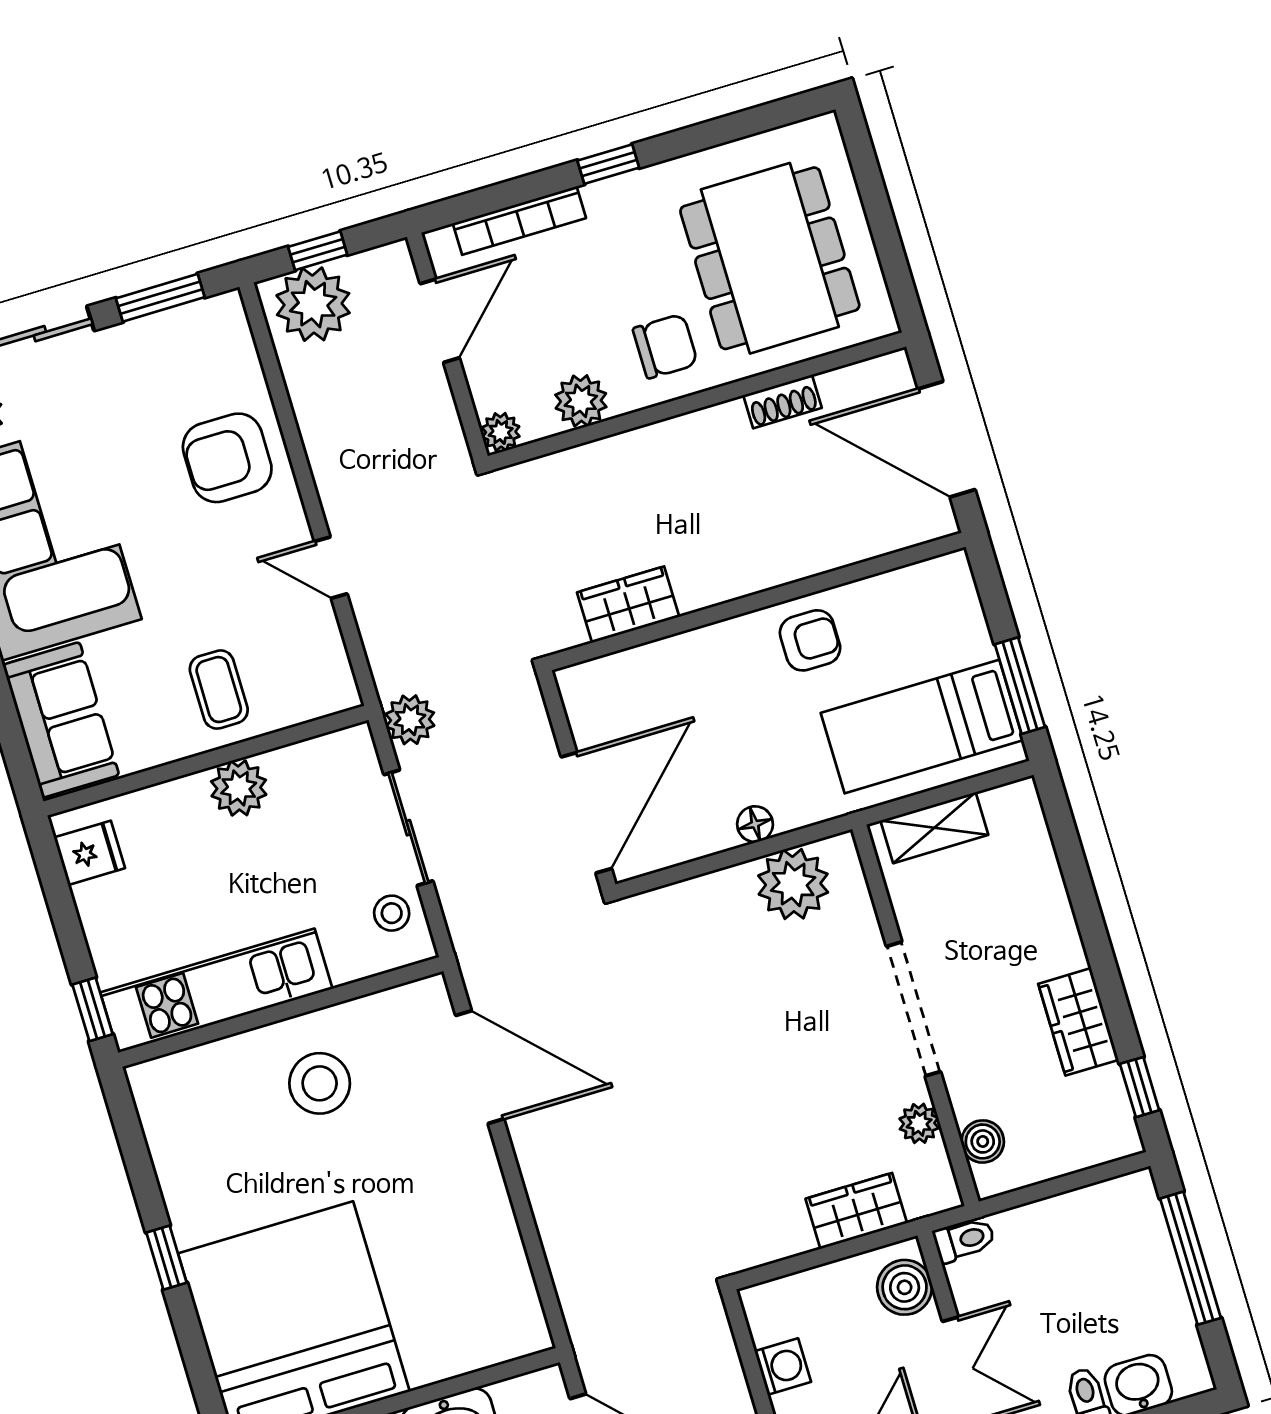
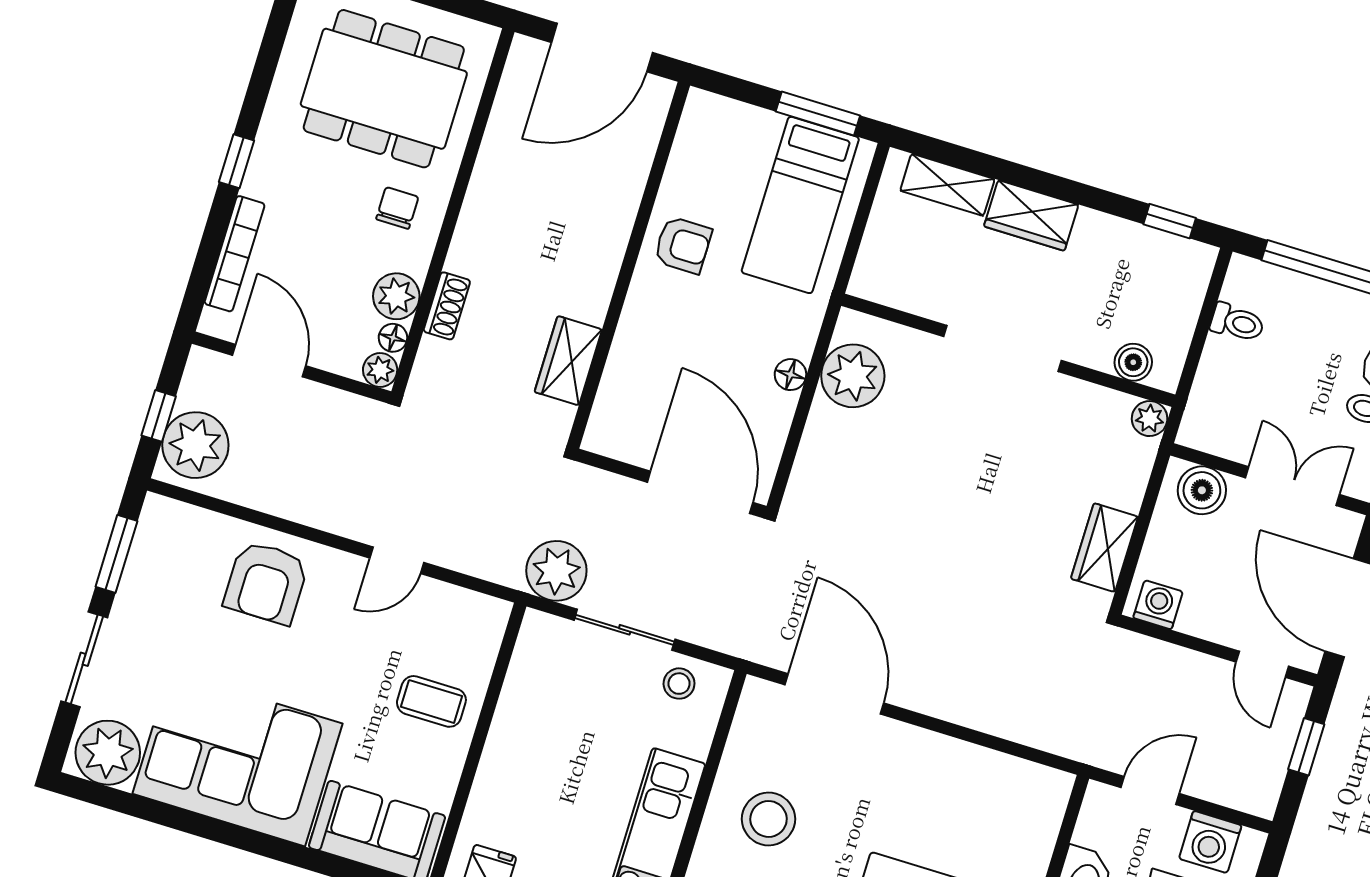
chair: (665, 346) -> (397, 208), width x0.73, depth x0.73
shoe rack: (783, 402) -> (447, 306), moved
floor lamp: (539, 424) -> (393, 338), added
armchair: (810, 640) -> (683, 245), turned 90
plant: (410, 720) -> (556, 571), width x1.36, depth x1.36
plant: (239, 788) -> (513, 735), removed
shelving: (934, 828) -> (947, 185), moved, turned 90
wardrobe: (1078, 1022) -> (1031, 215), moved
door: (480, 1067) -> (834, 694), hinge flipped
plant: (919, 1123) -> (1150, 419), moved
wardrobe: (856, 1211) -> (1104, 548), moved
toilet: (964, 1240) -> (1237, 323), moved, turned 90
washing machine: (783, 1367) -> (1158, 605), moved

